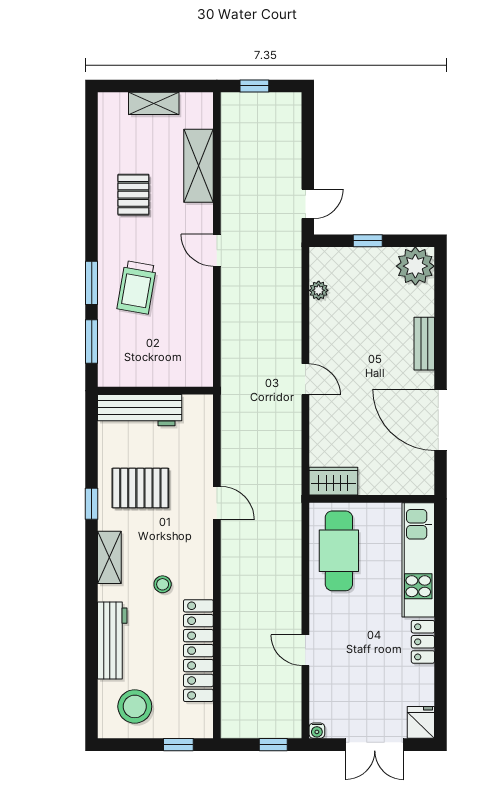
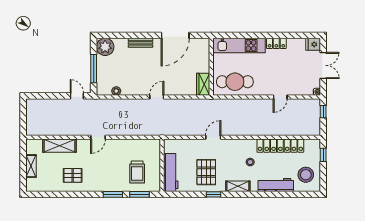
window: (254, 86) -> (23, 120), removed
window: (368, 241) -> (94, 69), width x2.17
trolley: (137, 287) -> (137, 172), moved, turned 80

